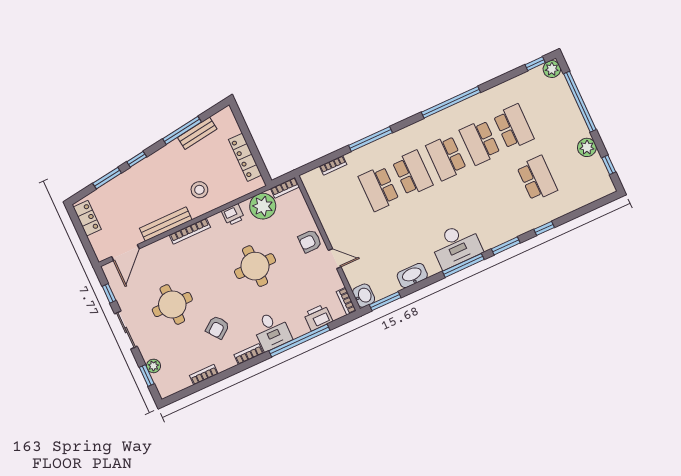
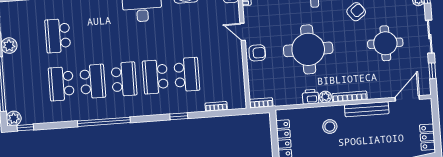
window: (370, 139) -> (179, 116), width x0.46
plant: (263, 206) -> (325, 97), moved, width x0.53, depth x0.53
round table: (255, 266) -> (308, 49), width x1.36, depth x1.36

